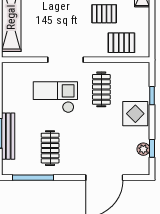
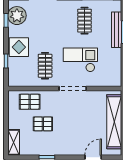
checkout: (55, 97) -> (80, 60), turned 180
plant: (143, 149) -> (17, 16), width x1.87, depth x1.87

